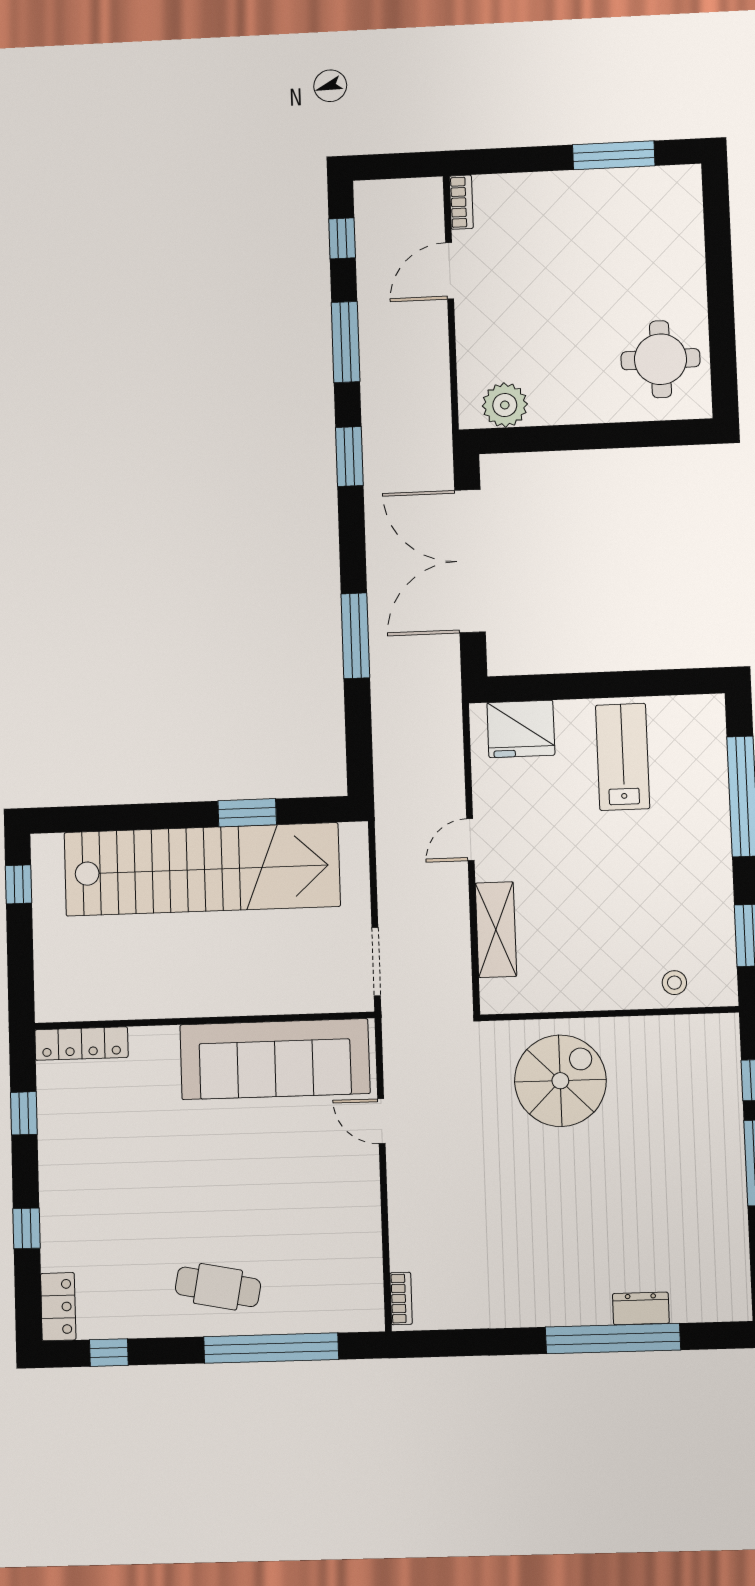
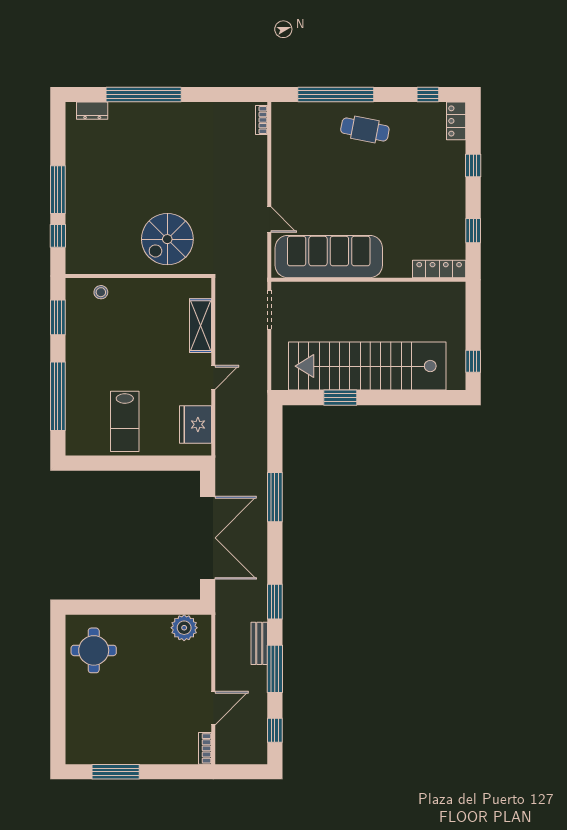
bench: (374, 384) -> (259, 643), added
fridge: (521, 729) -> (195, 424), moved, turned -90
dresser: (641, 1308) -> (92, 111), moved

